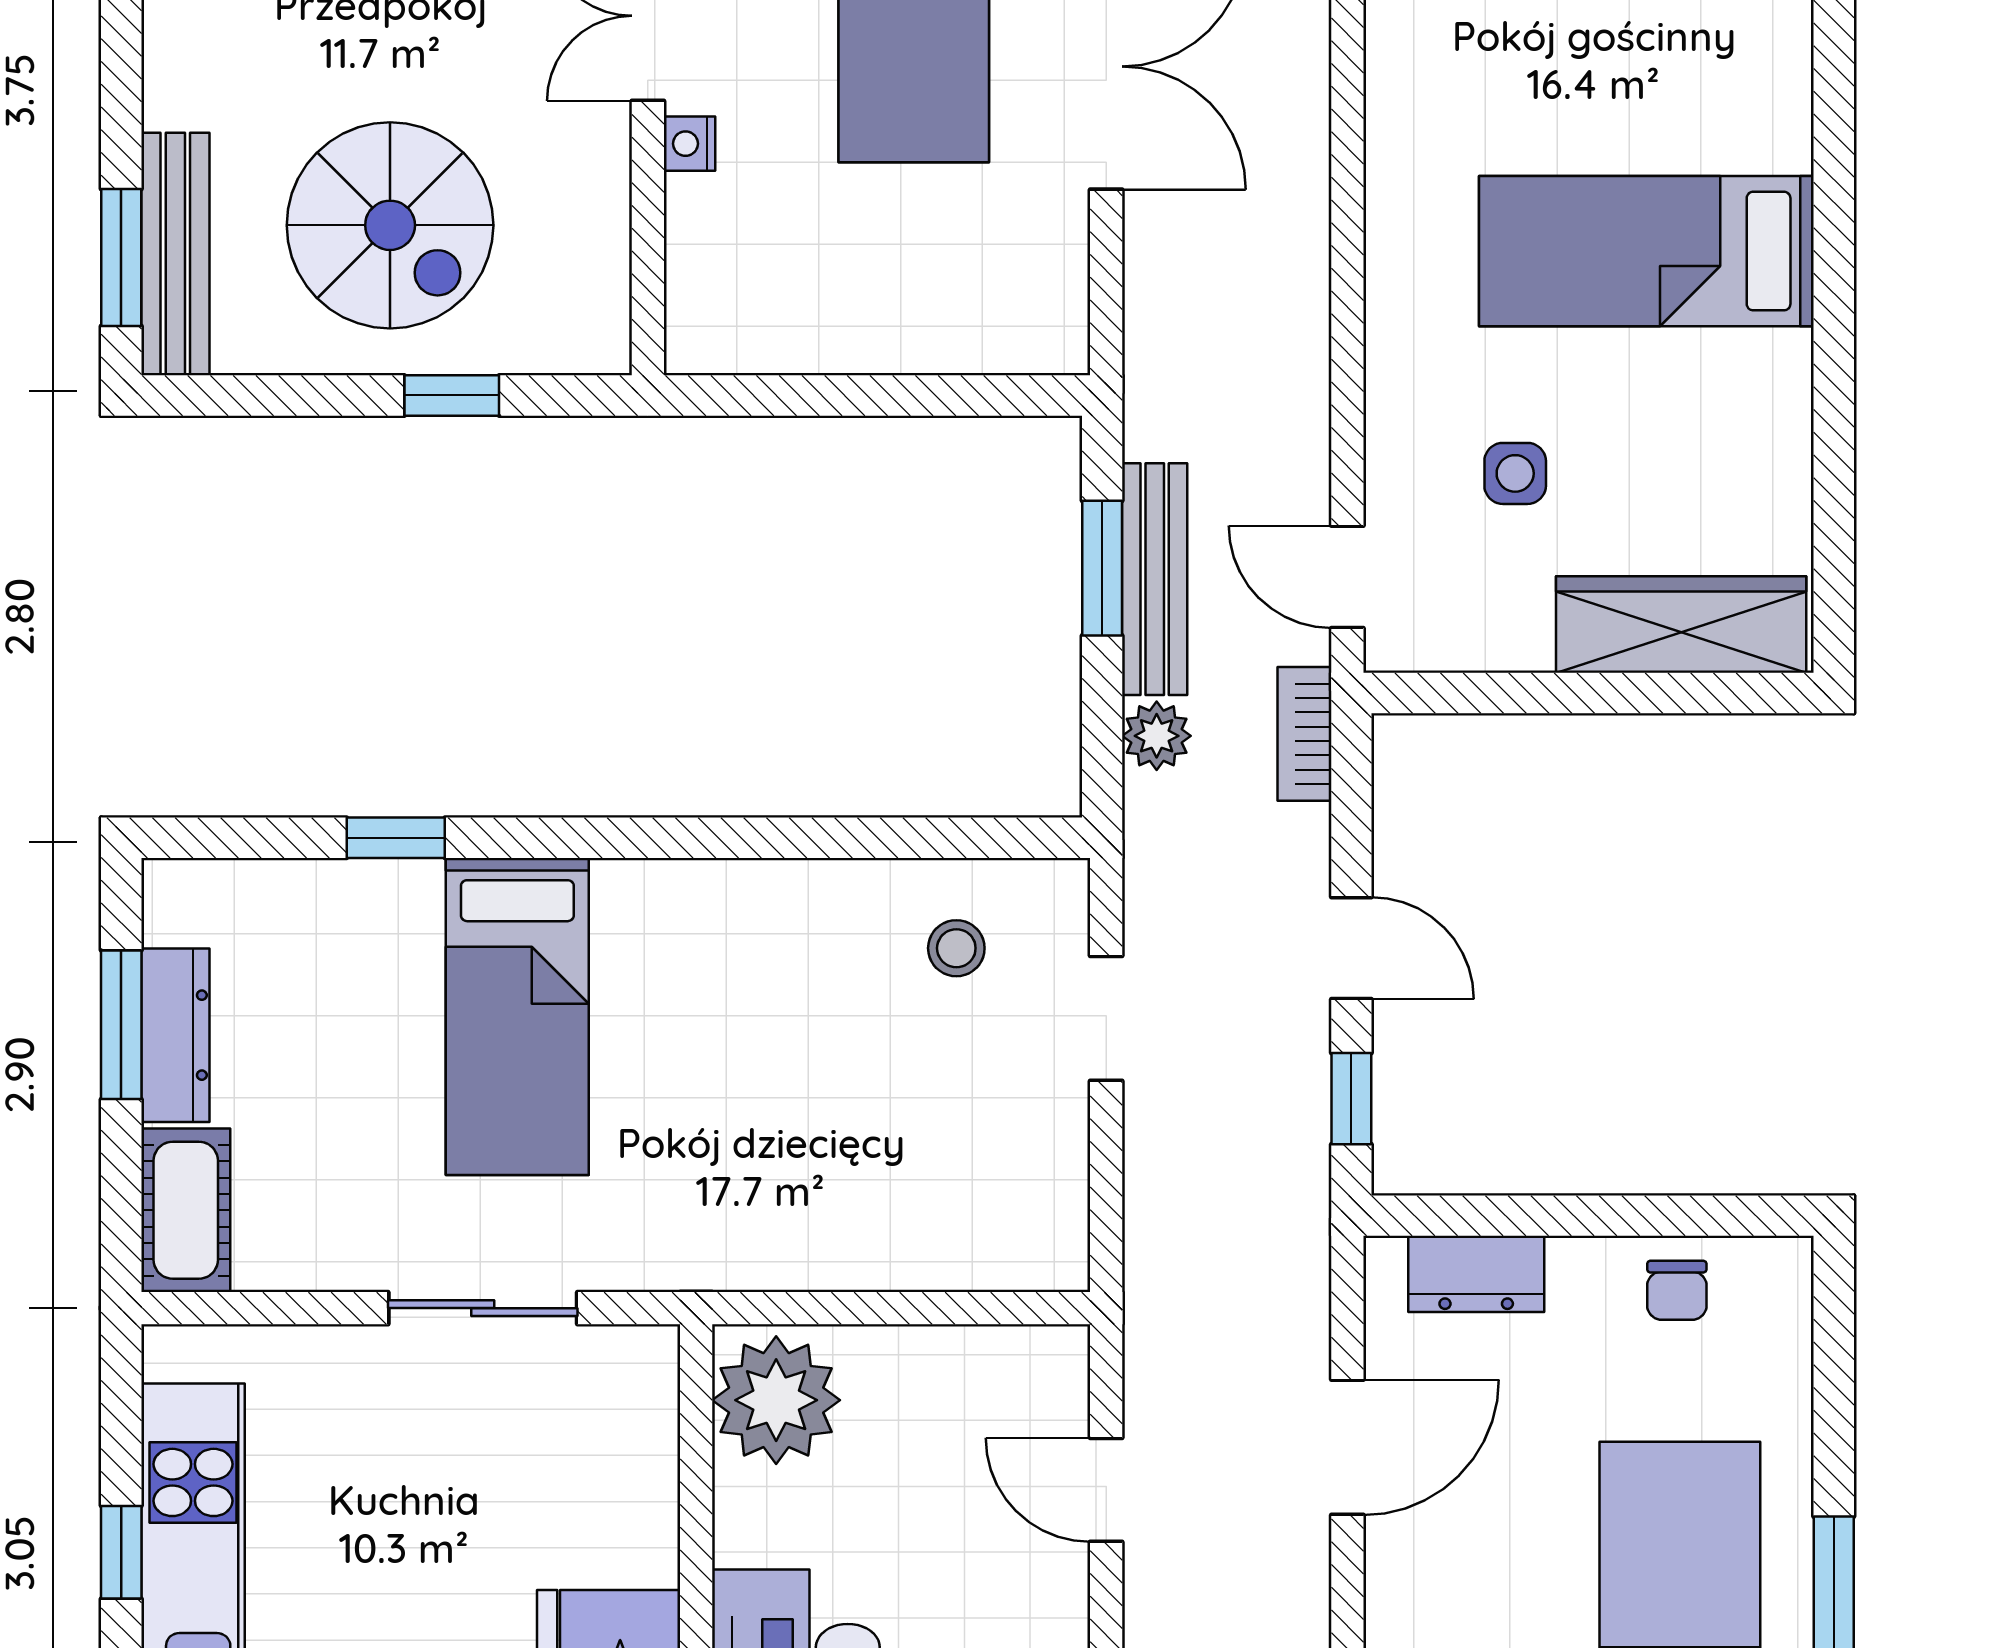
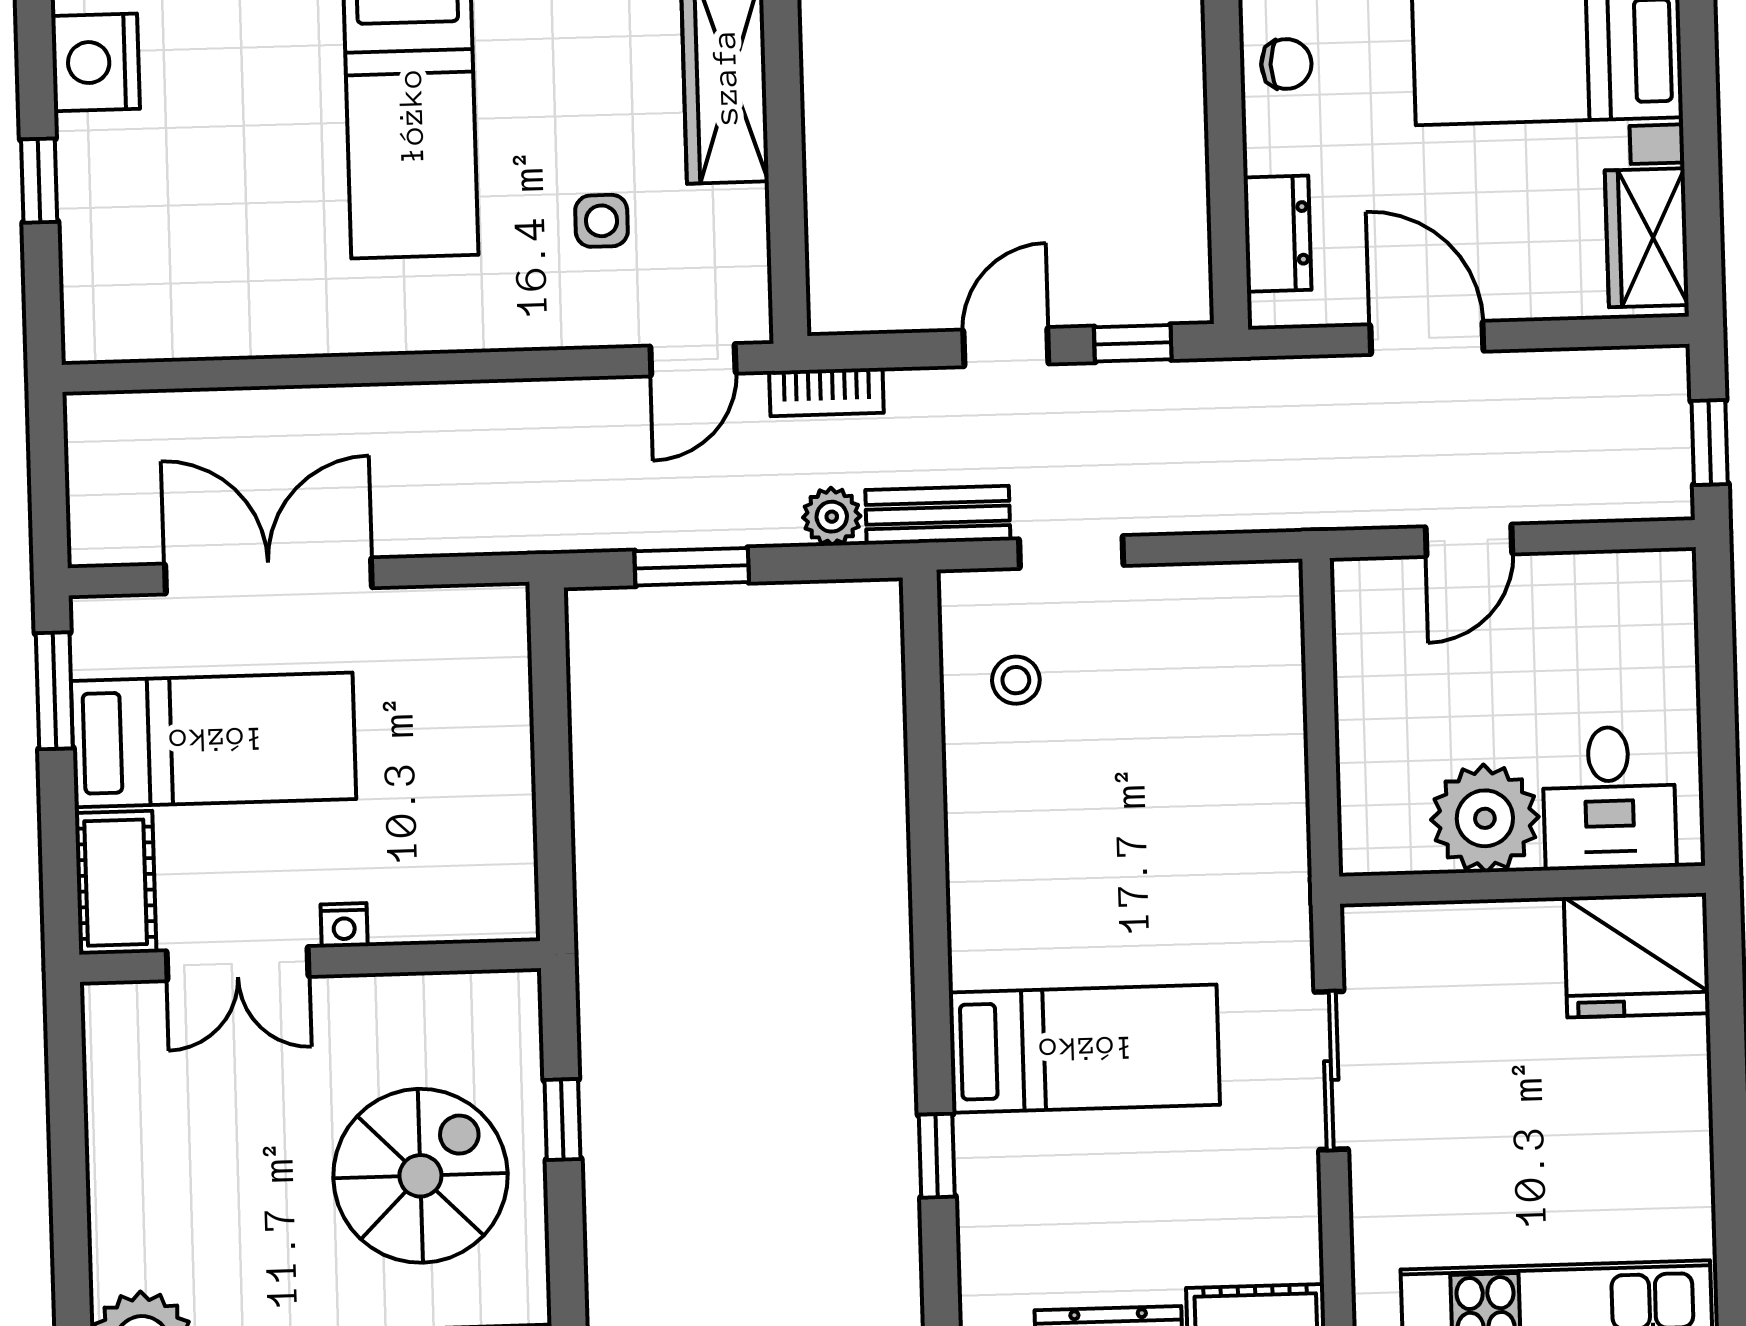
bench: (1155, 579) -> (938, 515), moved, width x0.73
plant: (776, 1400) -> (1485, 818), moved

